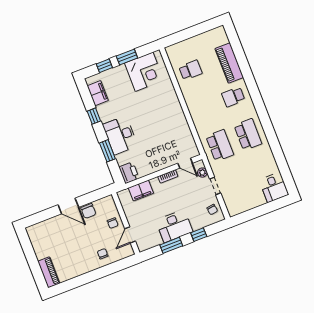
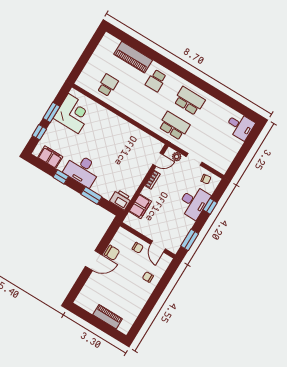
desk: (120, 135) -> (82, 170), moved
desk: (174, 226) -> (194, 202), moved
window: (171, 245) -> (190, 240), moved
piano: (49, 272) -> (108, 317), moved

